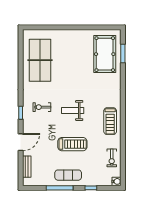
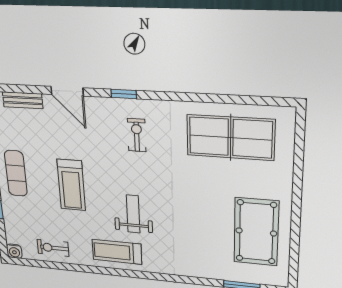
pool table: (105, 54) -> (256, 232), moved, turned 90
weight bench: (73, 110) -> (133, 214), moved

